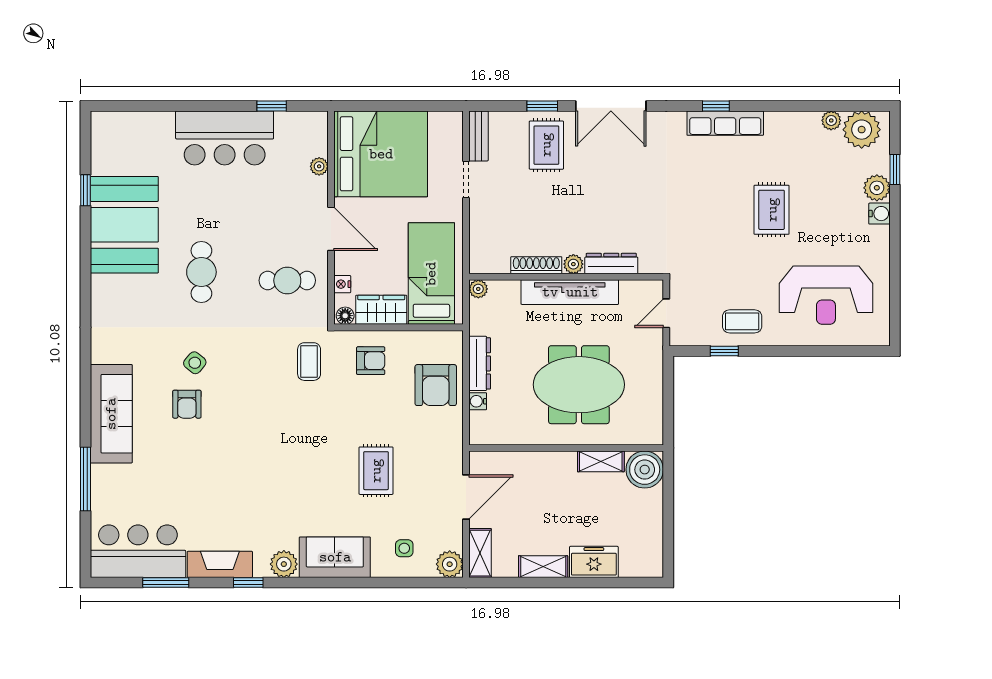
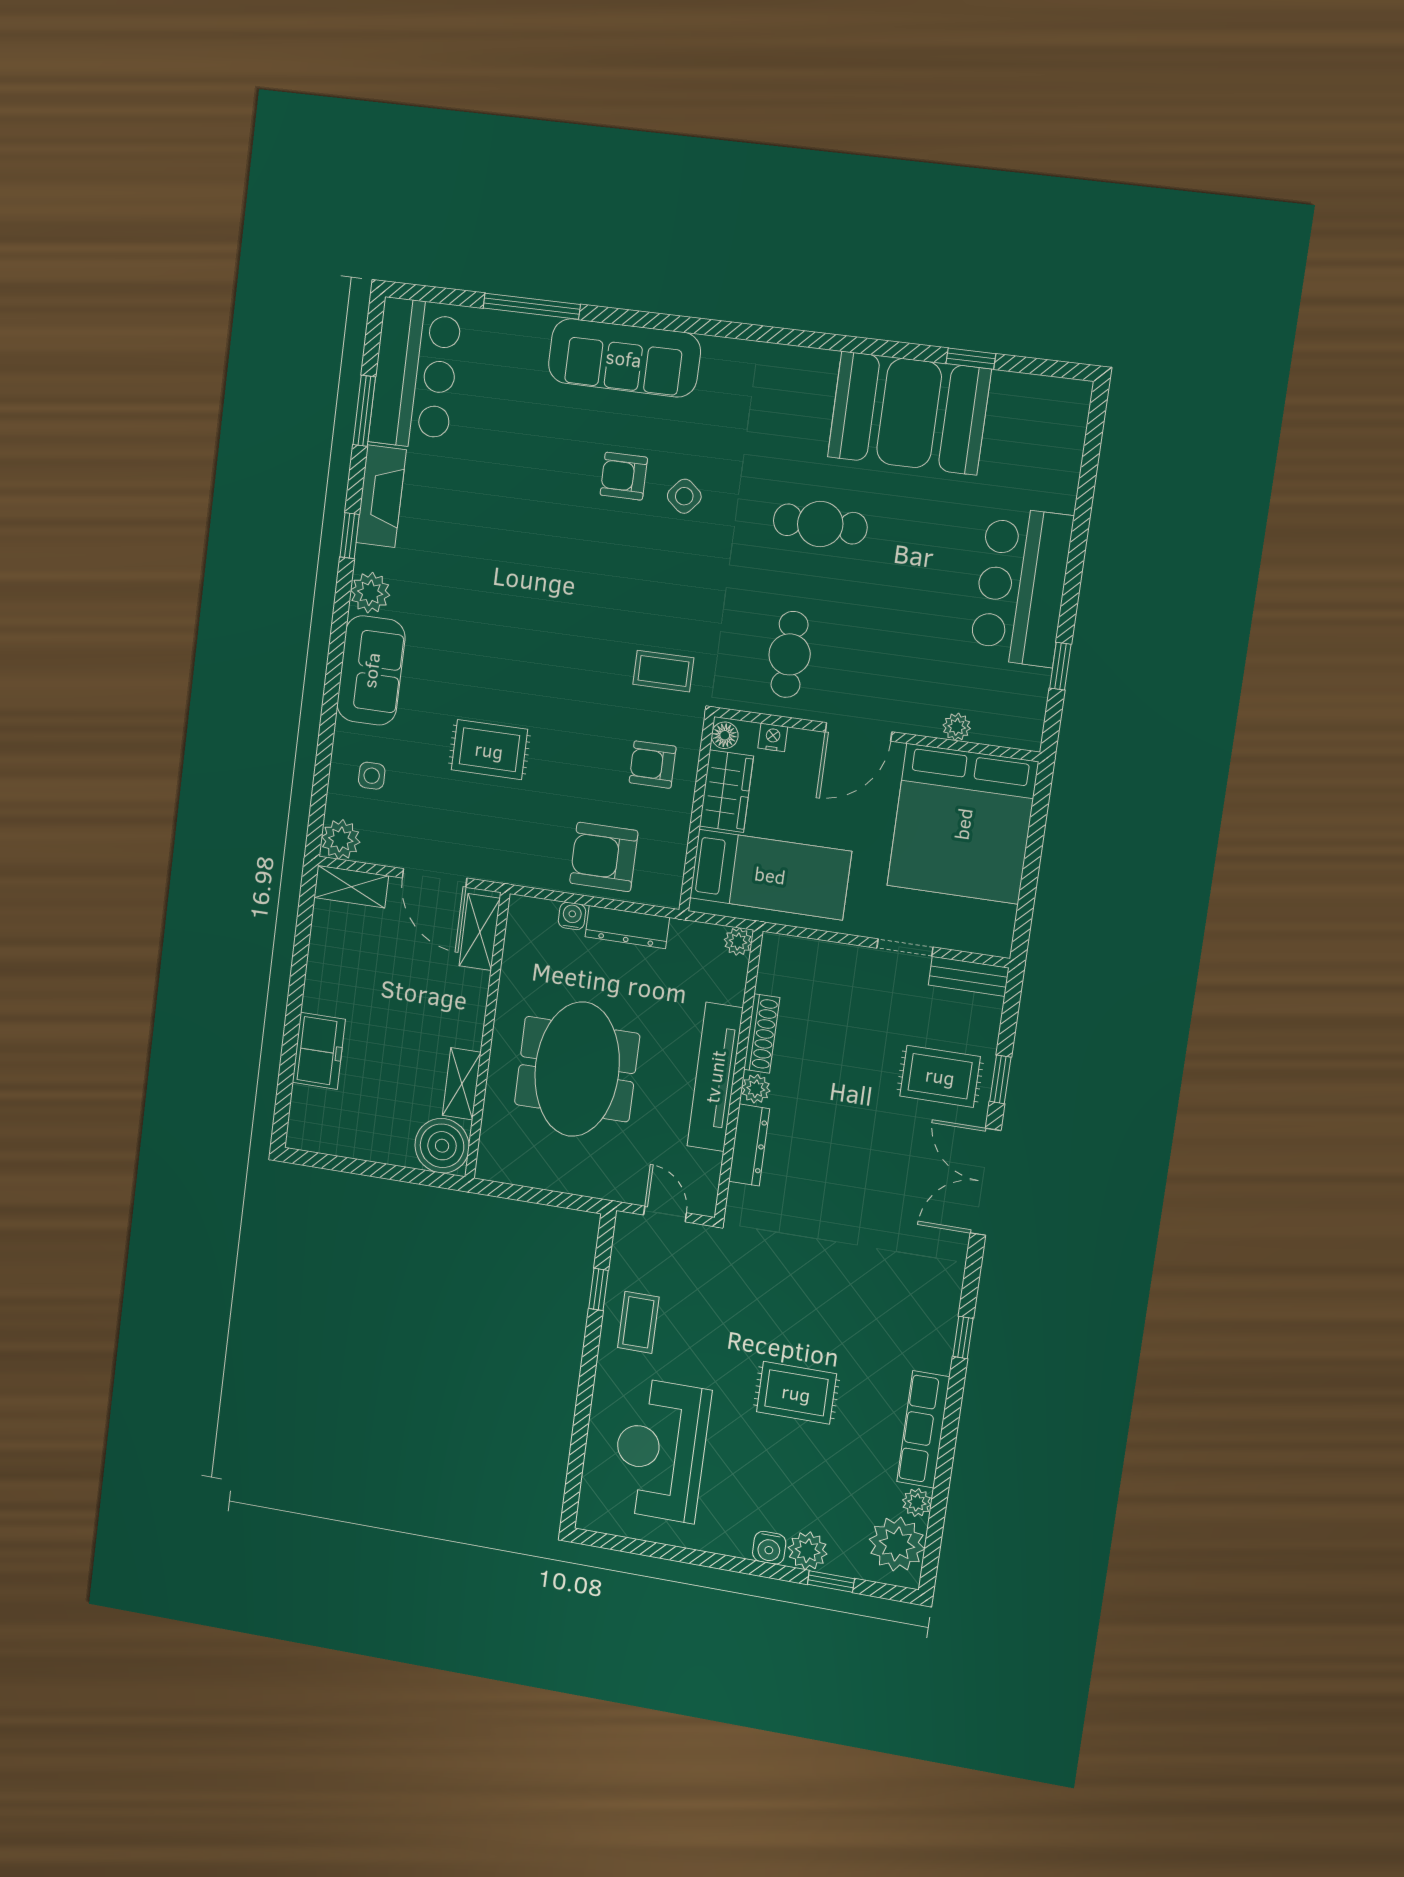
row of seats: (725, 123) -> (923, 1429), moved
armchair: (371, 361) -> (653, 765), turned 90
shelving: (543, 567) -> (480, 932), moved

